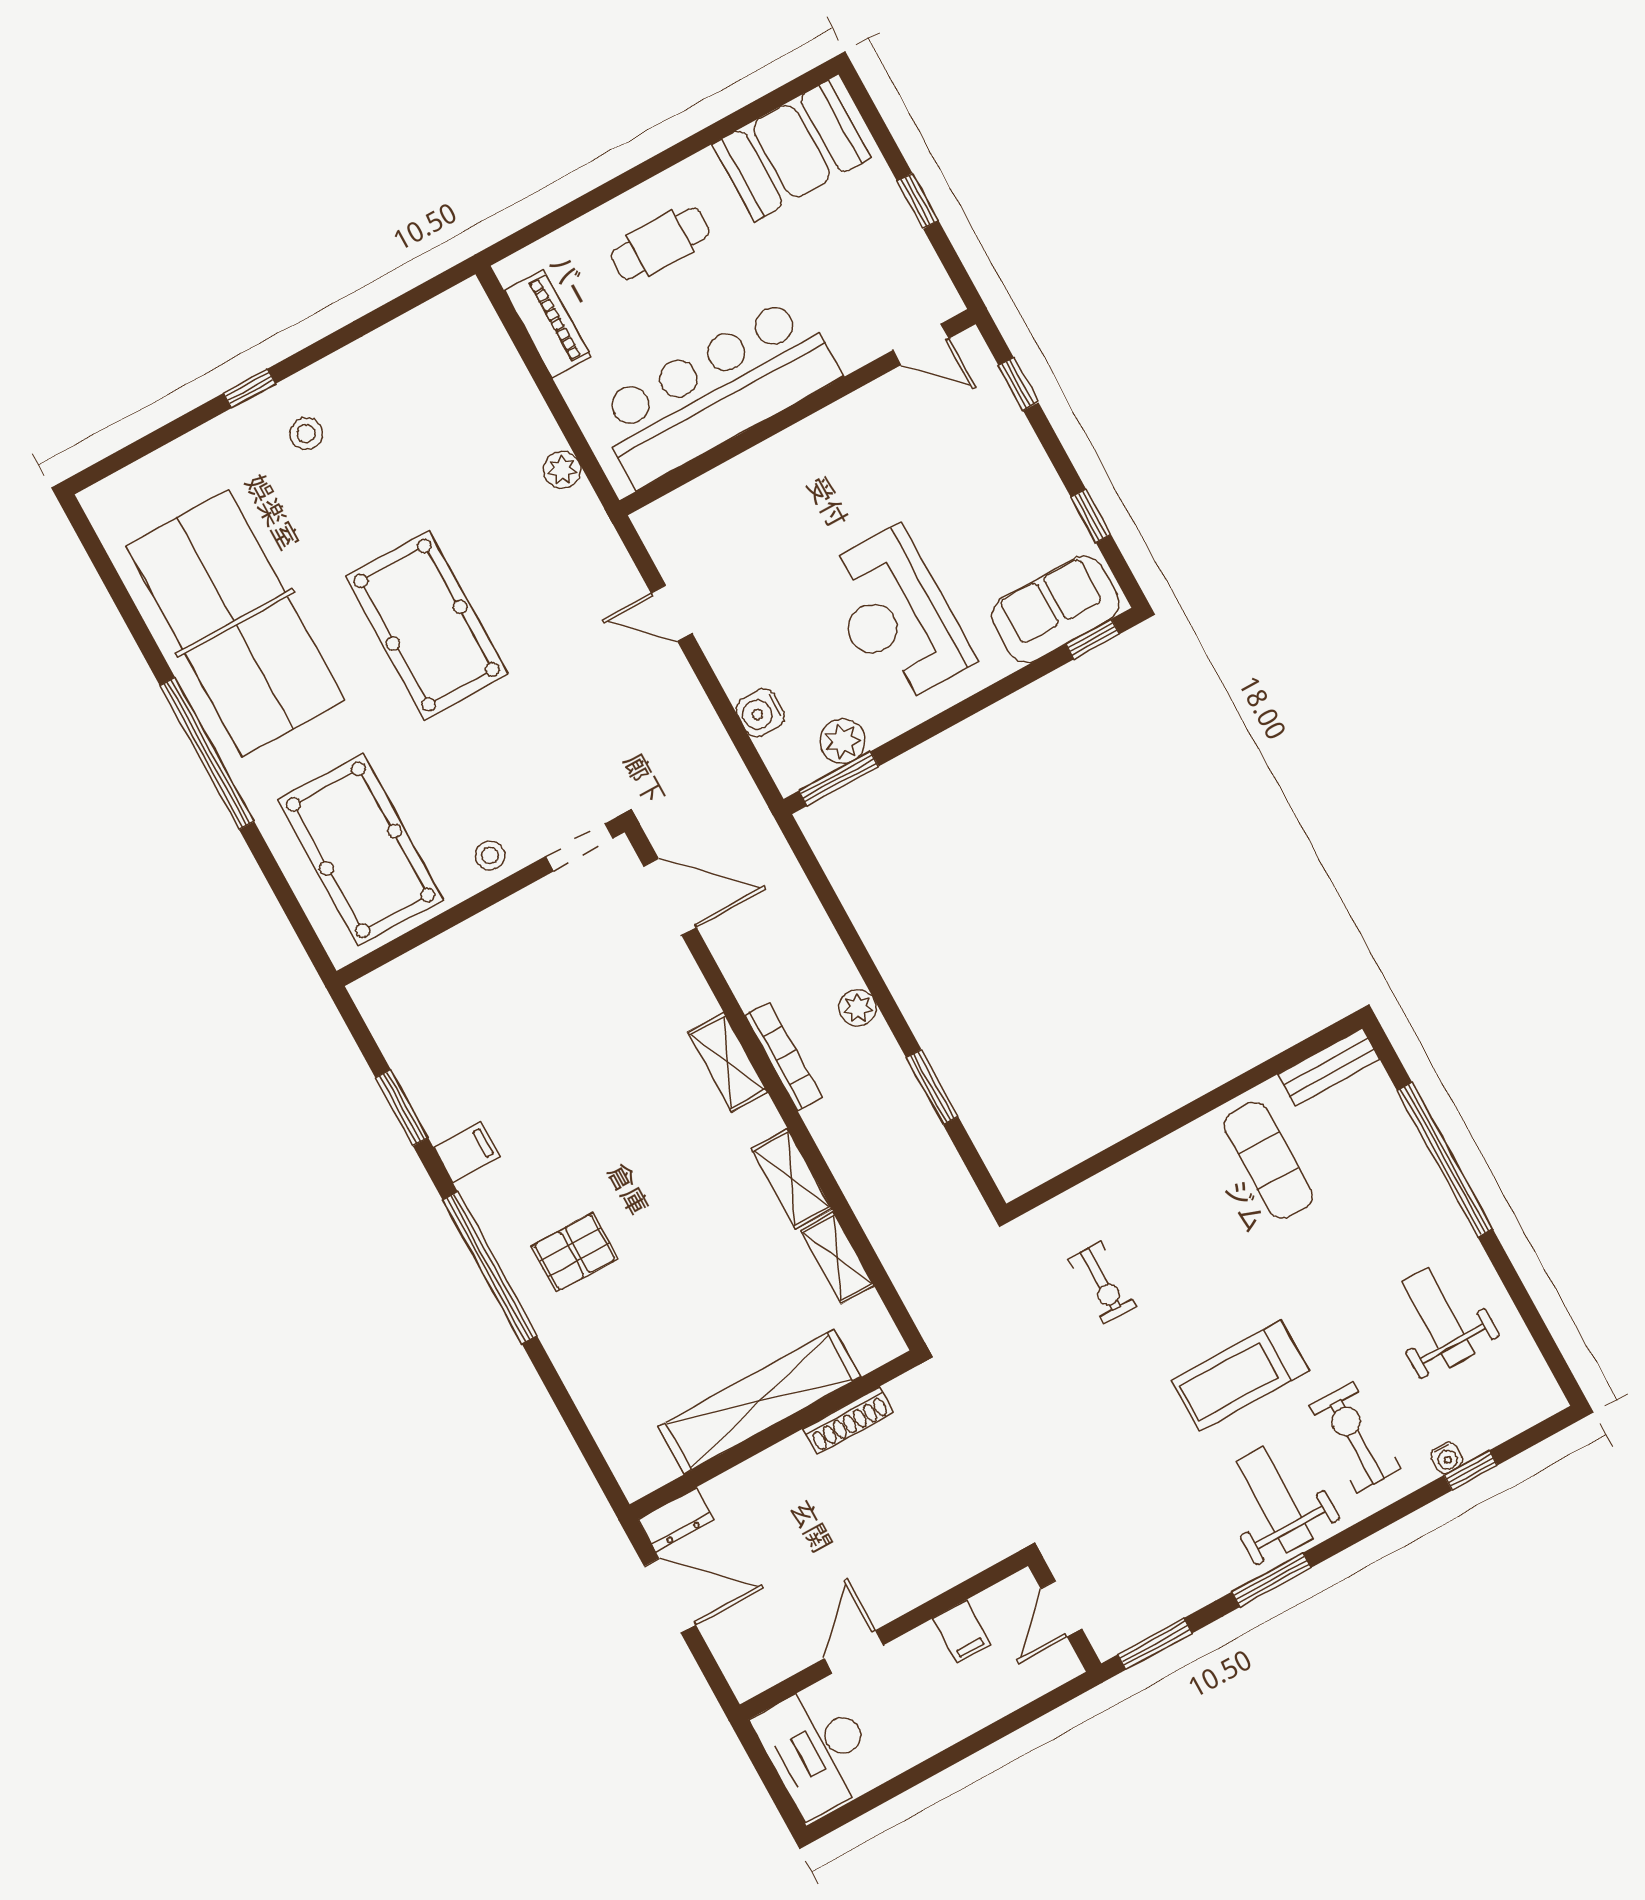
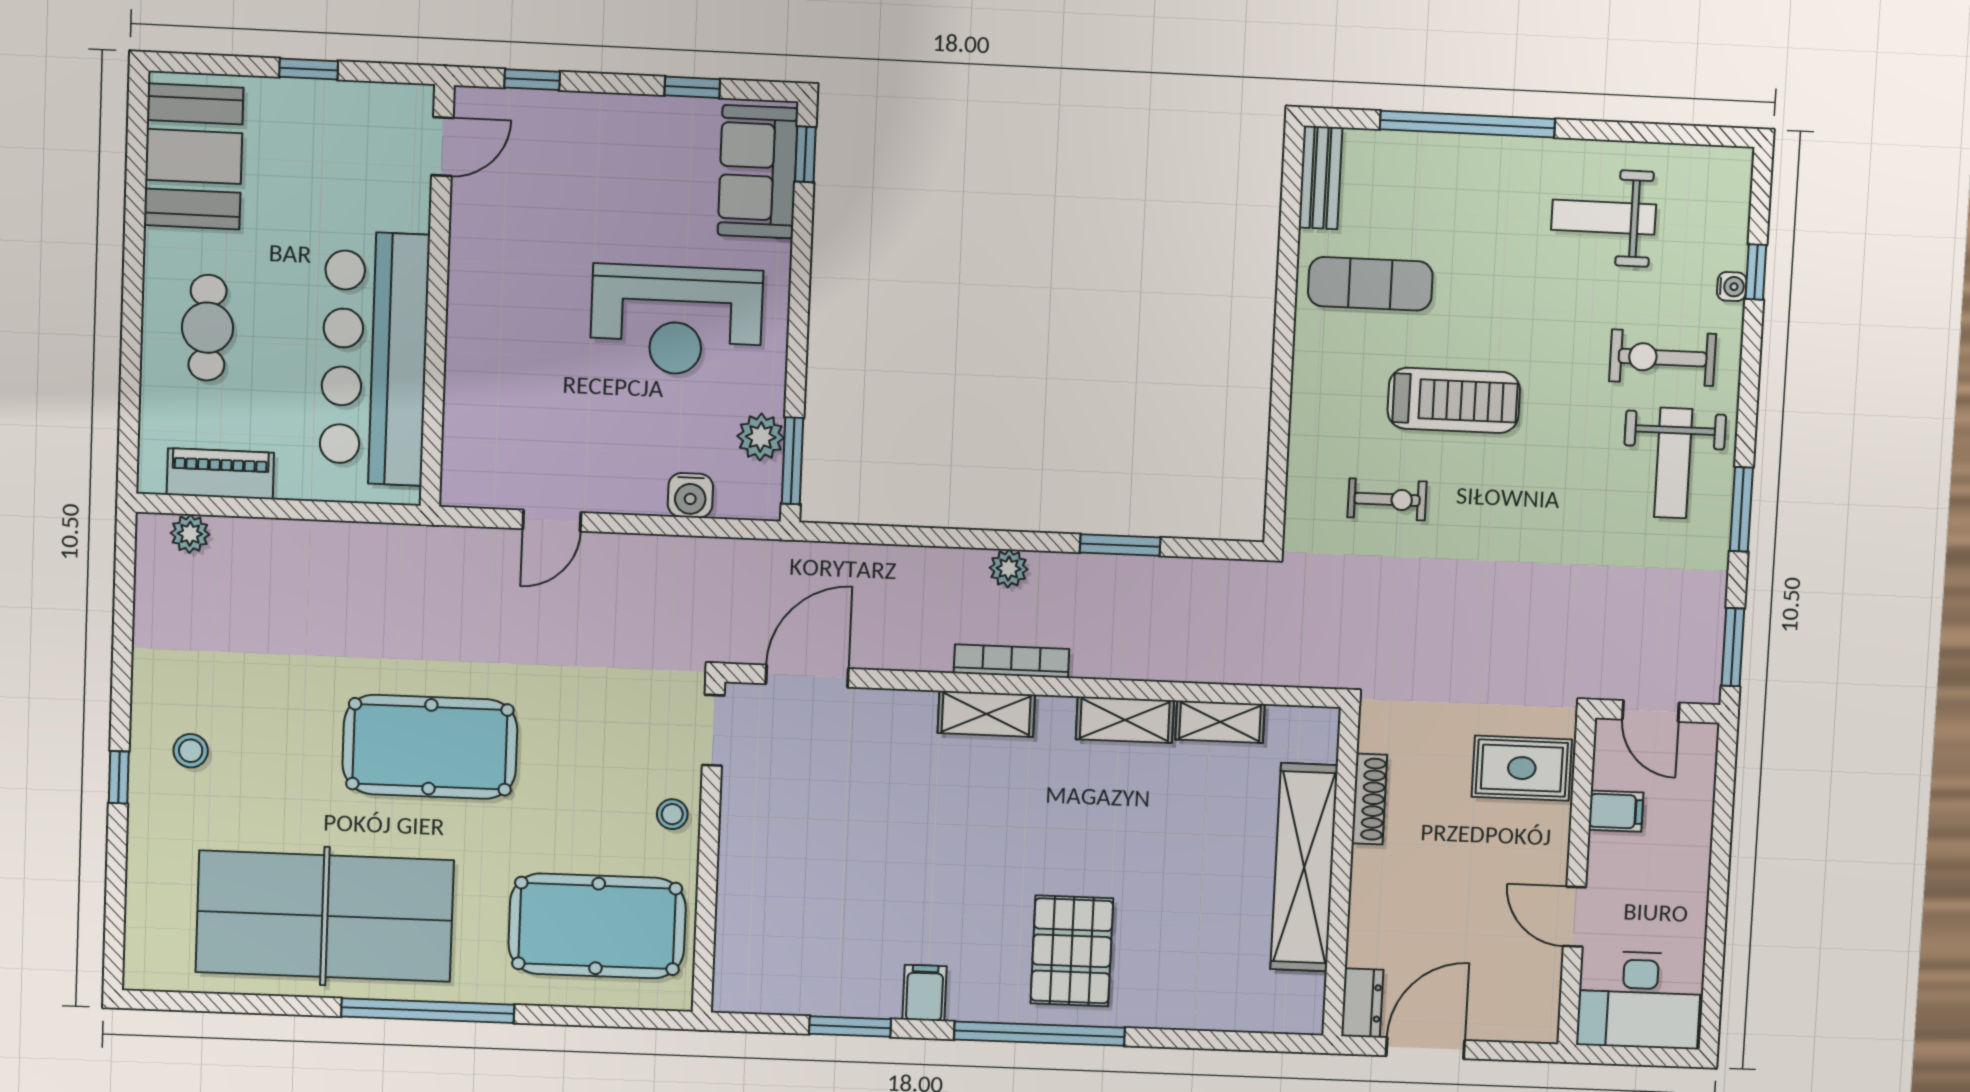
plant: (562, 470) -> (190, 534), moved
pallet: (575, 1252) -> (1072, 951), width x1.50, depth x1.42
treadmill: (1240, 1376) -> (1454, 400), moved, turned -90
weight bench: (1275, 1500) -> (1673, 463), turned -90
rug: (950, 1531) -> (1522, 768), added

